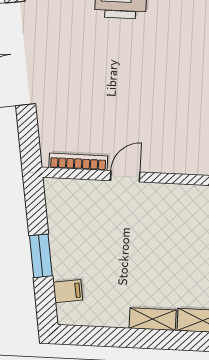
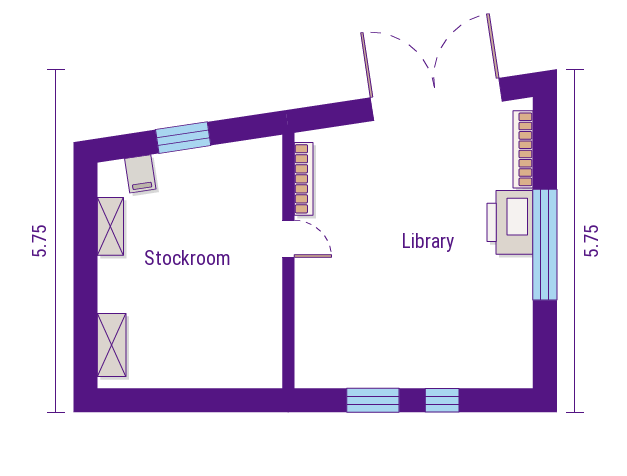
shelving: (153, 319) -> (110, 226), moved

